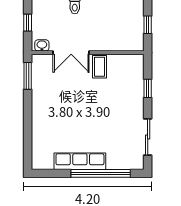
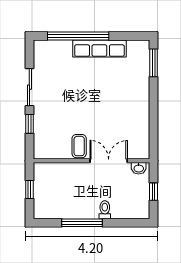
window: (28, 76) -> (153, 63), moved
sliding door: (148, 137) -> (29, 87), moved

